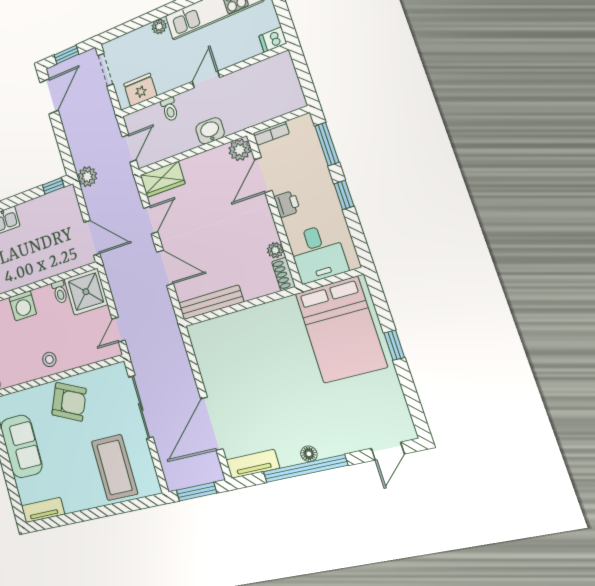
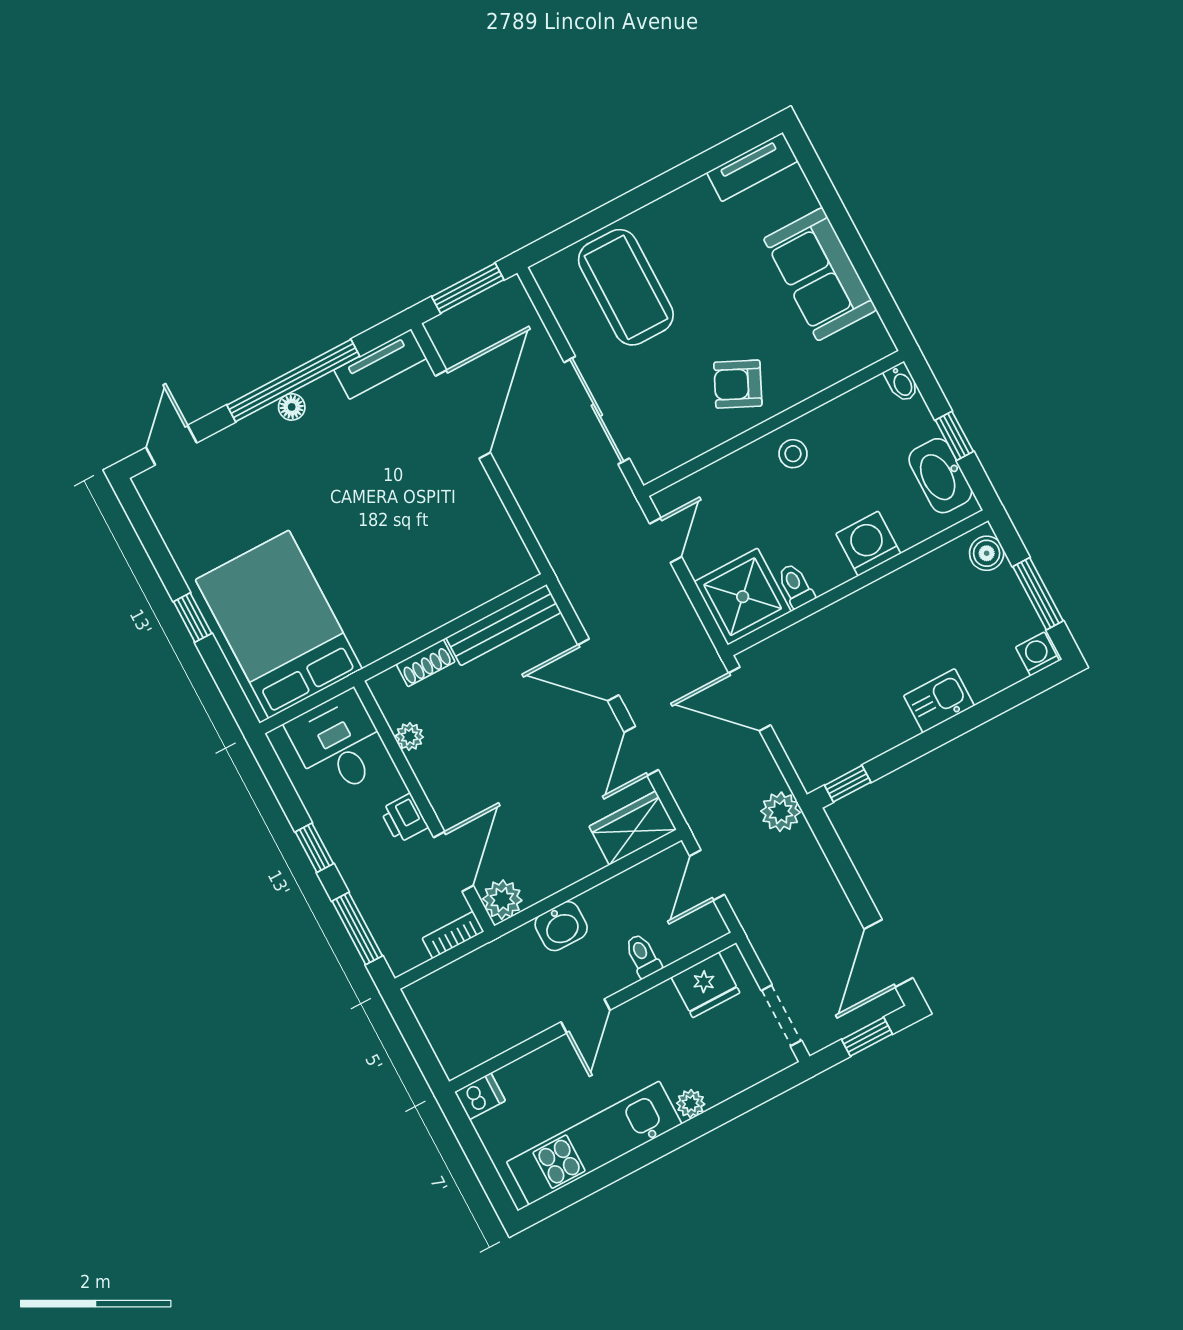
shoe rack: (284, 274) -> (426, 663), moved, turned 90
armchair: (69, 402) -> (738, 384), width x0.72, depth x0.72

